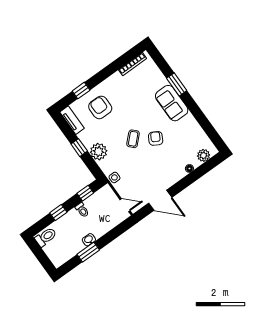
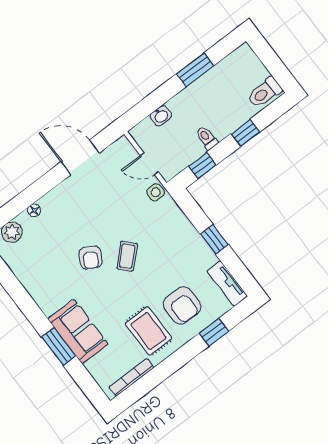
rug: (121, 92) -> (148, 331), added
sofa: (172, 103) -> (78, 331), moved
plant: (99, 152) -> (183, 234), removed
door: (125, 205) -> (149, 164), moved
washbasin: (89, 240) -> (161, 116), moved

